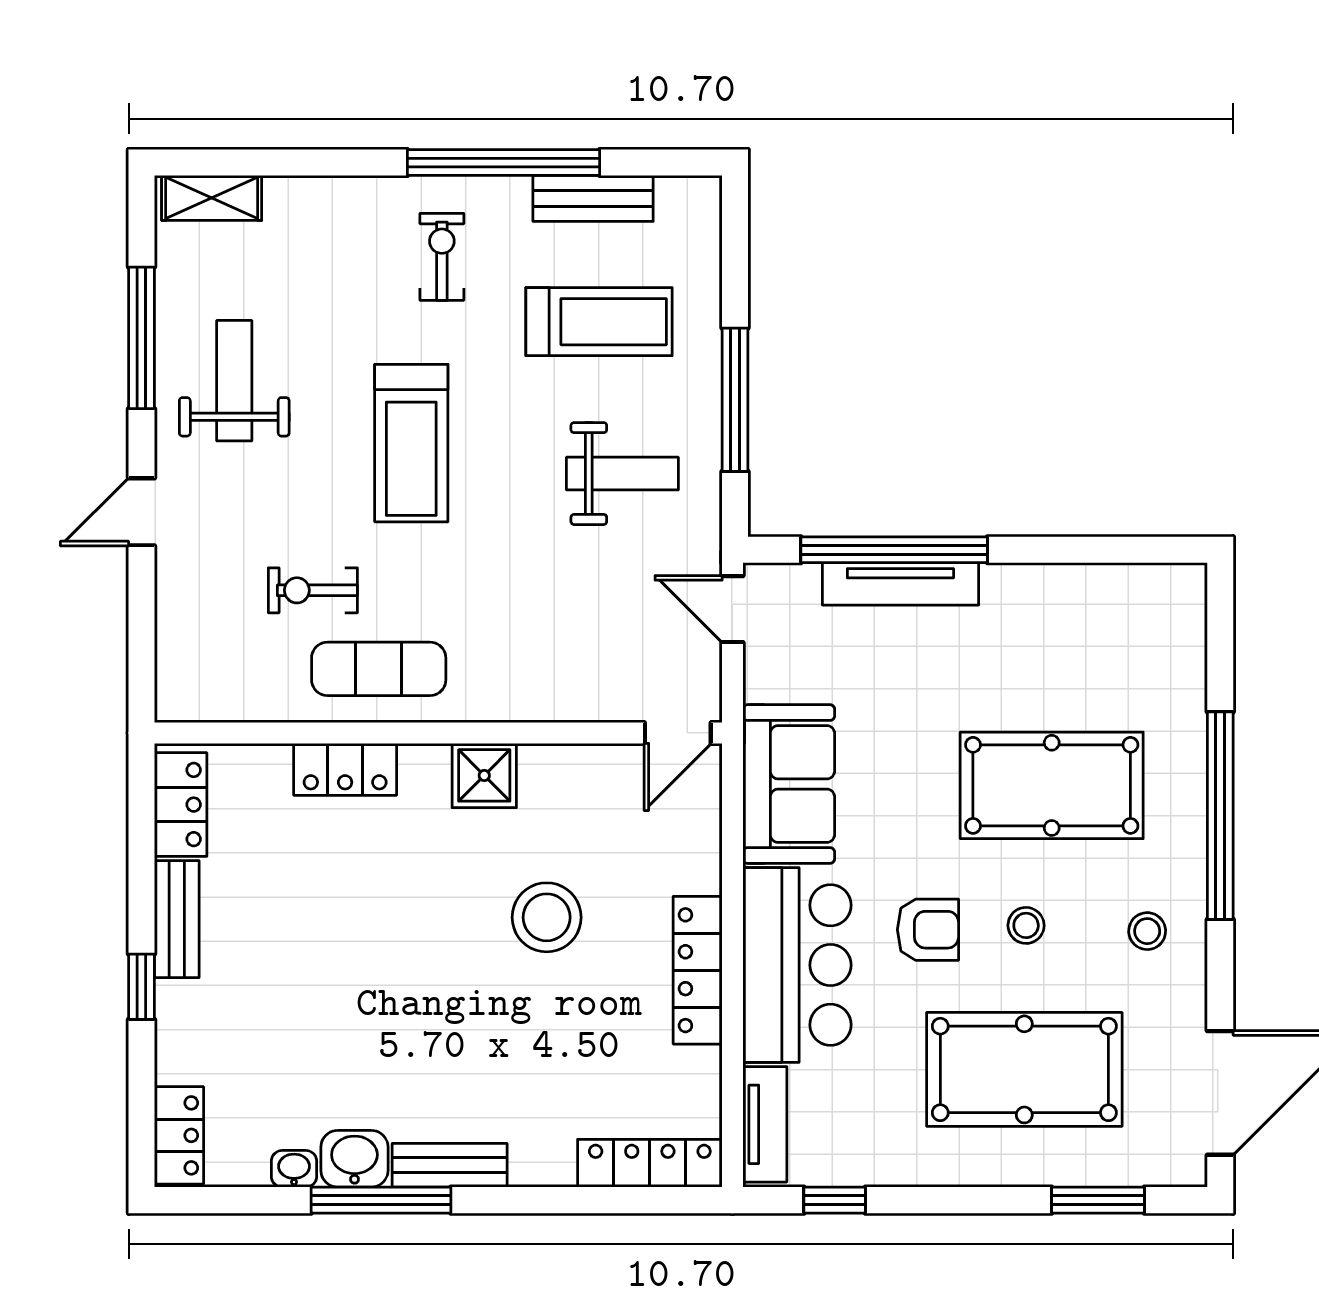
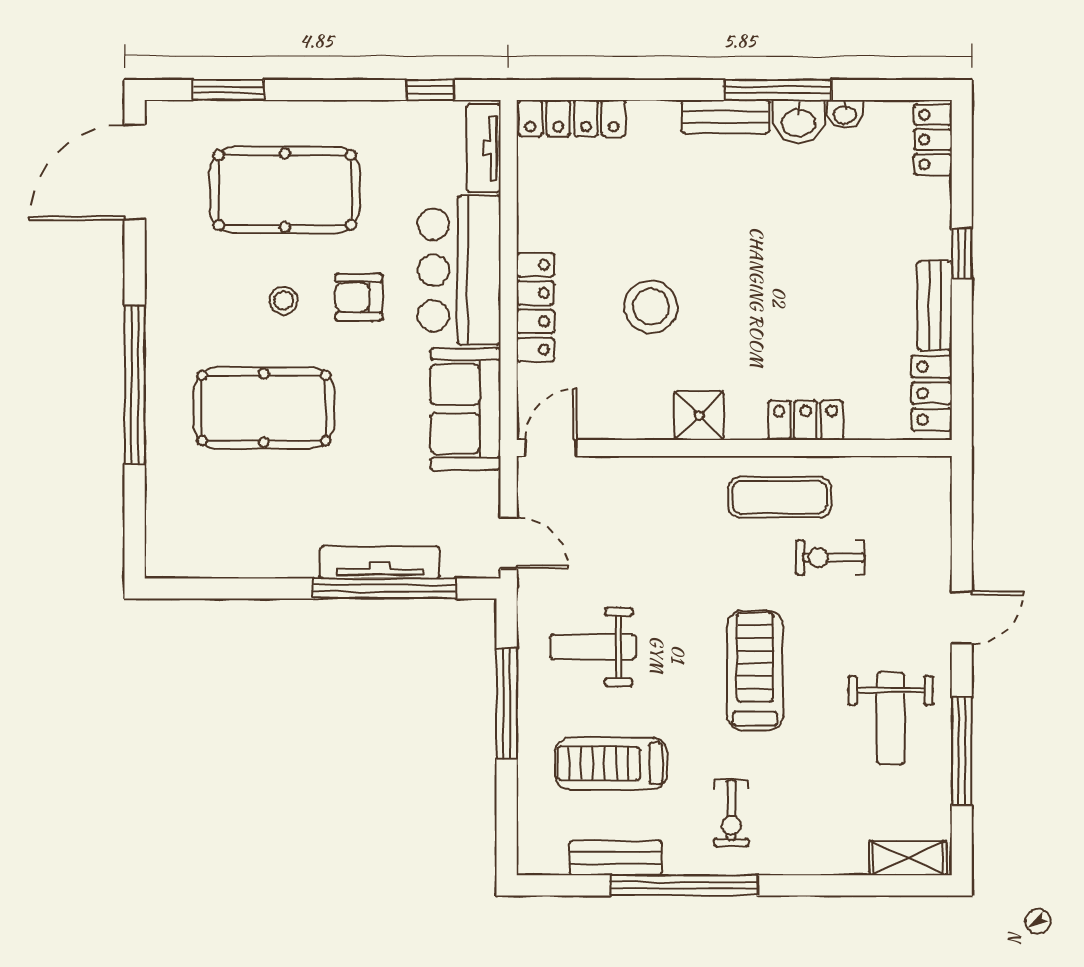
exercise bike: (313, 590) -> (830, 557), turned 180
stool: (1147, 931) -> (191, 296), removed
locker: (698, 970) -> (535, 307), moved

